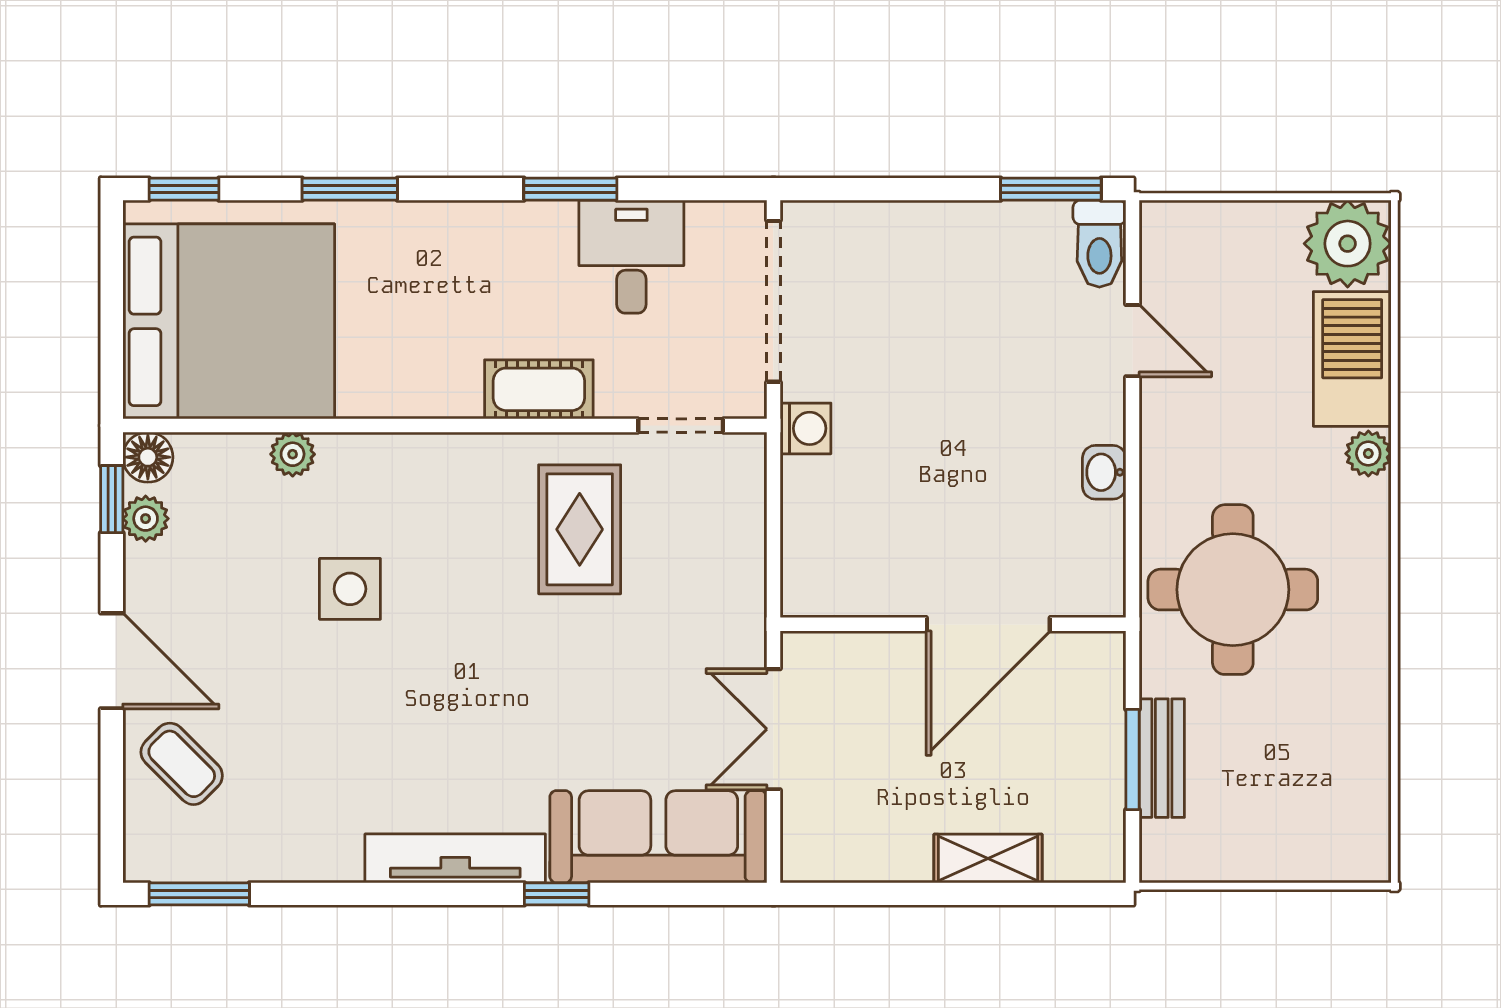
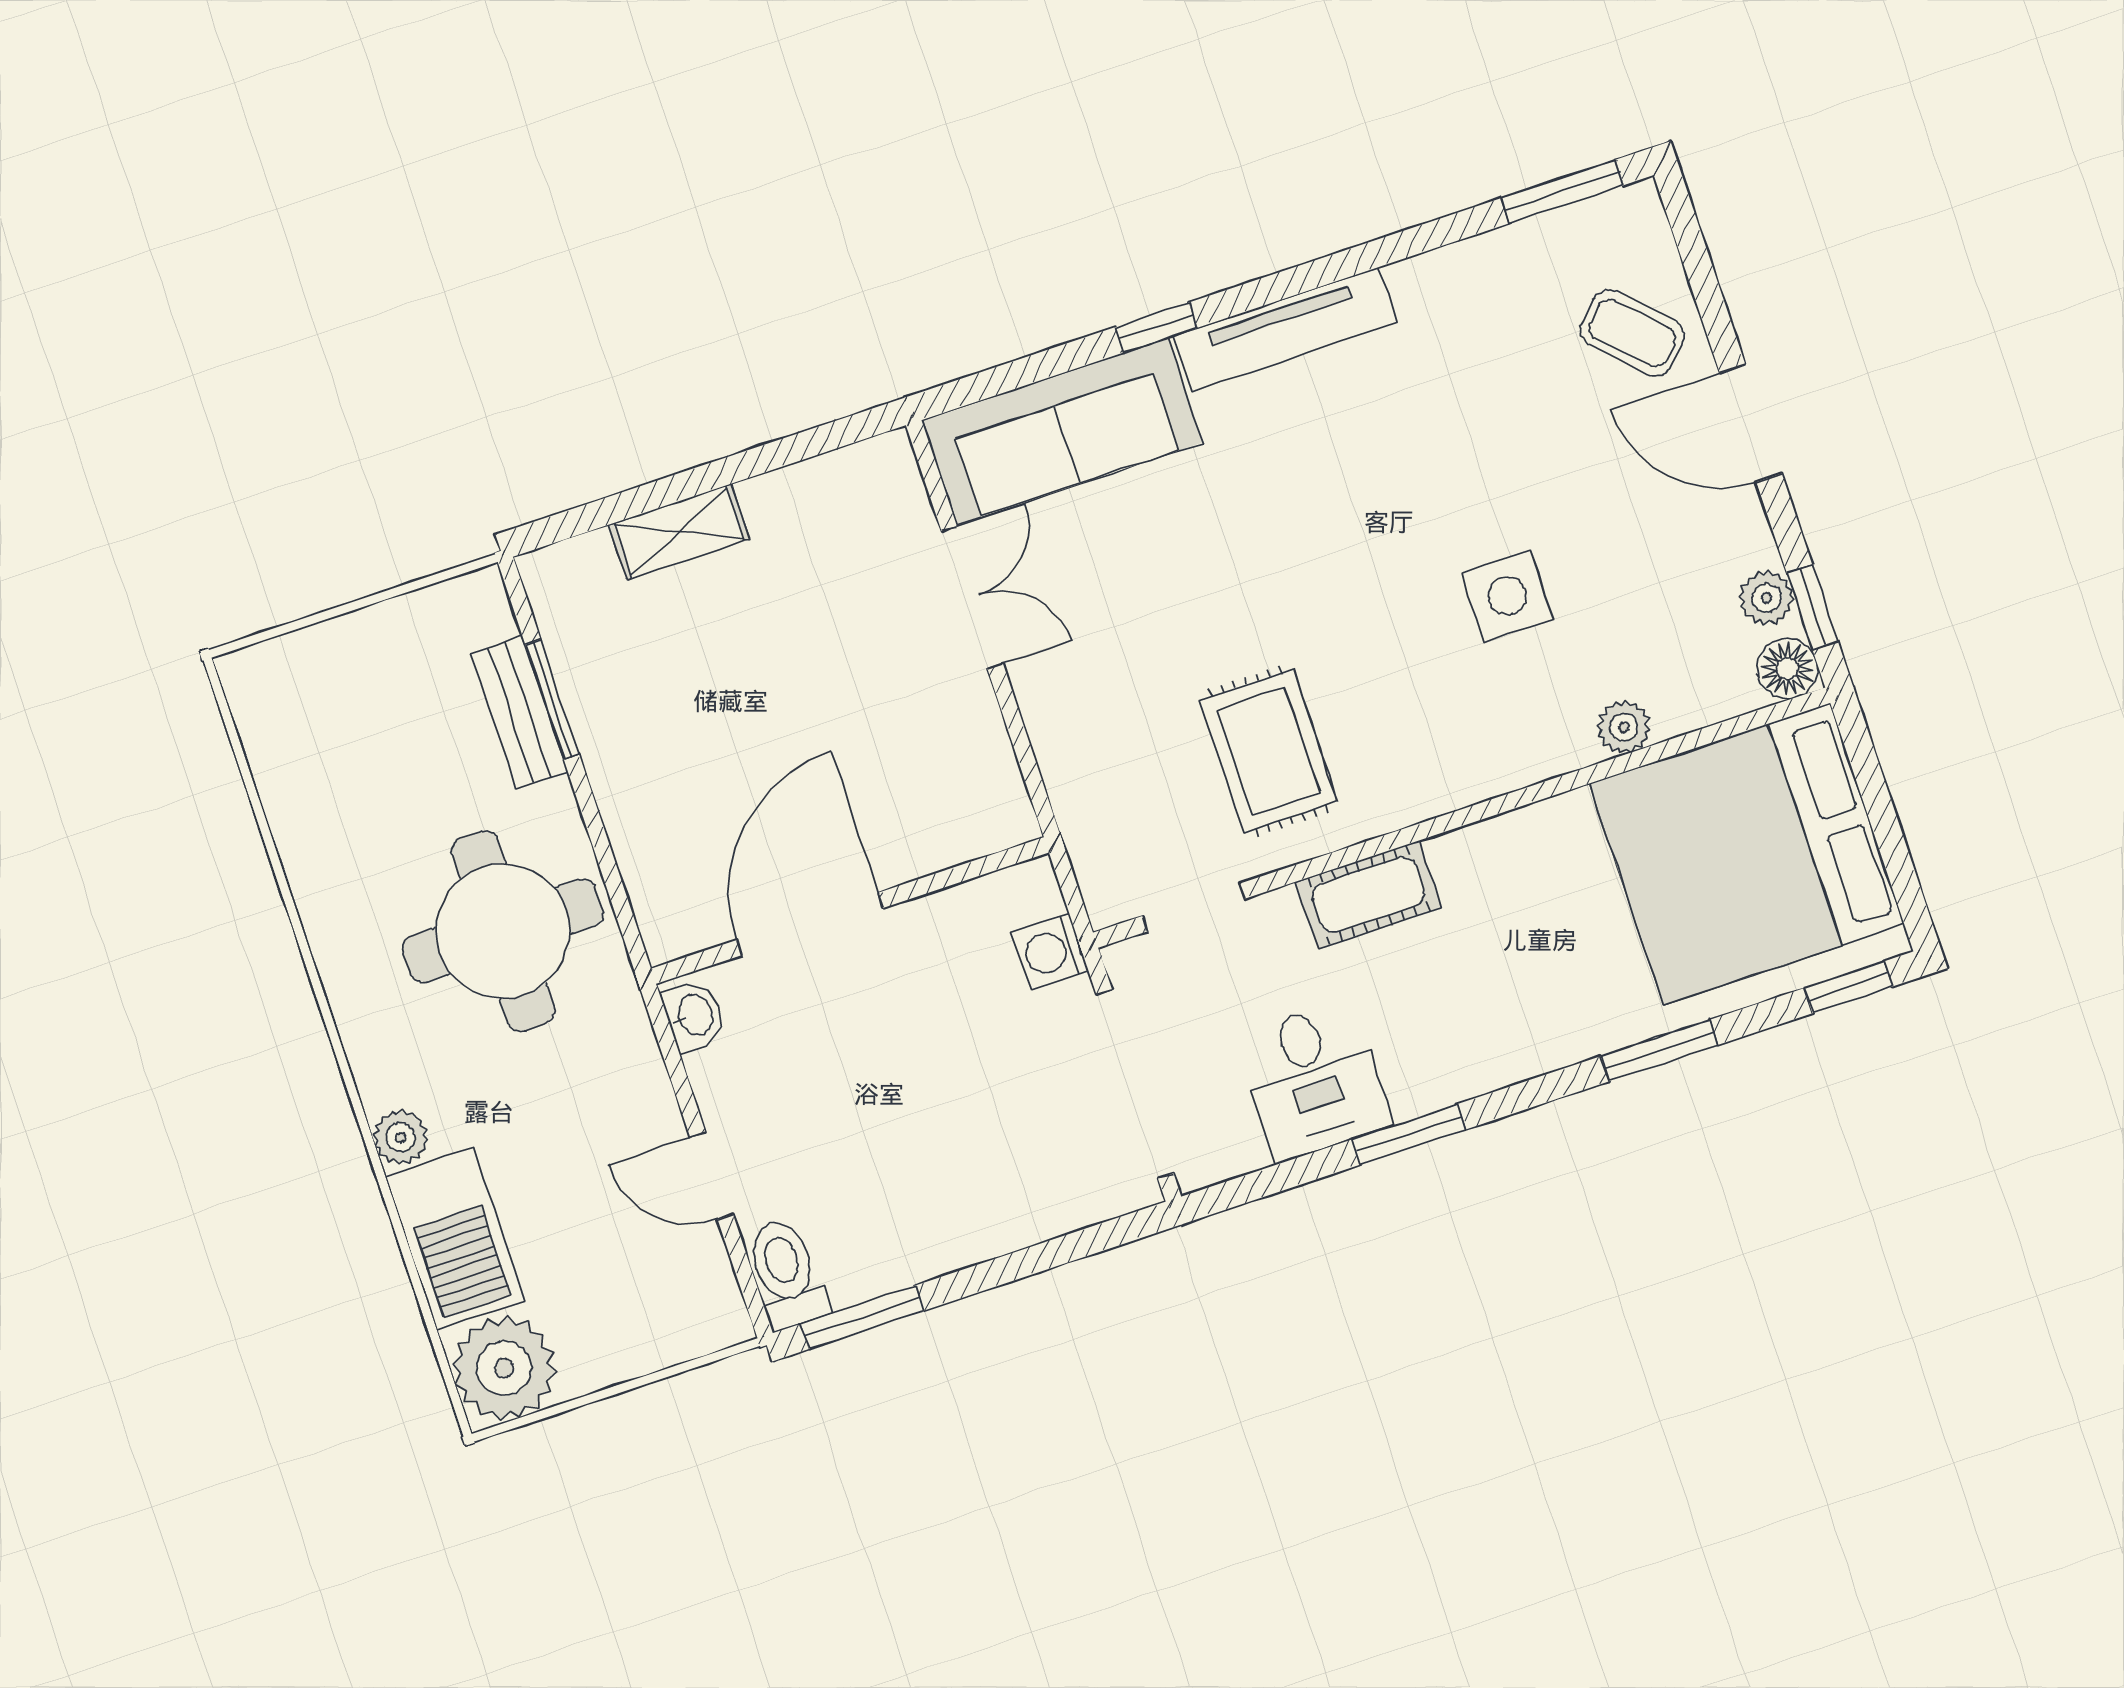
wall: (953, 624) -> (850, 911), moved
door: (988, 624) -> (810, 924), moved

